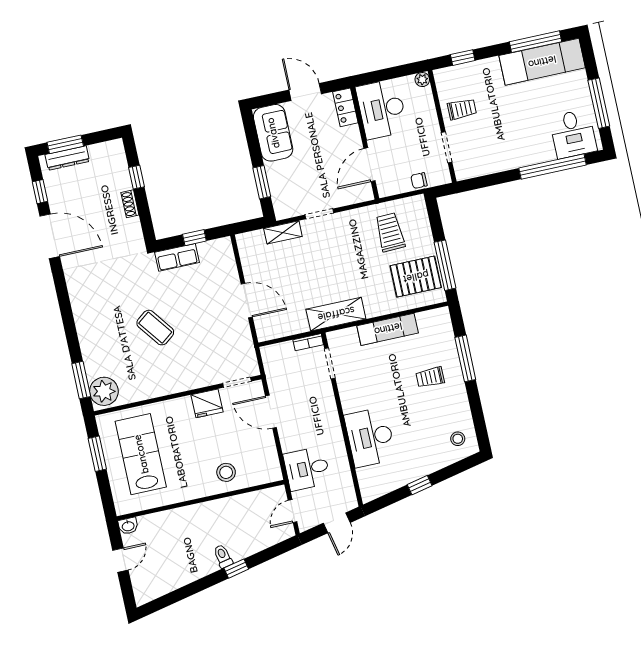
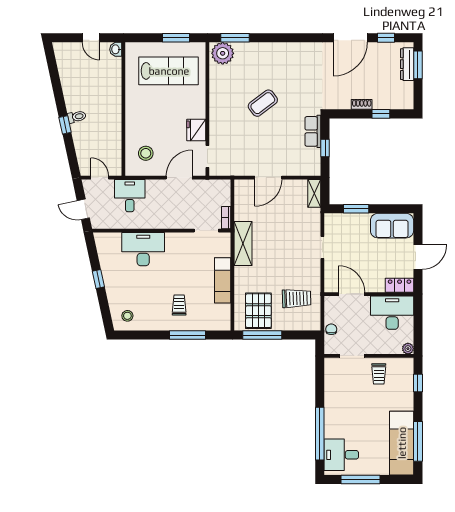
shelving: (283, 232) -> (314, 193), moved
stool: (226, 472) -> (146, 153), moved

